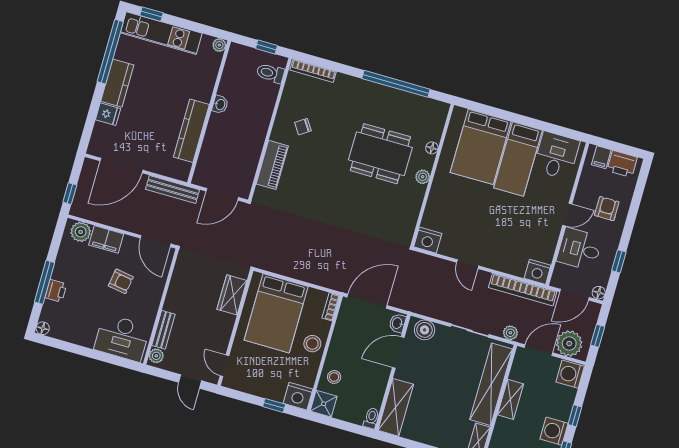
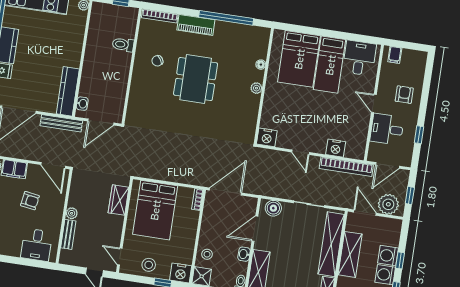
toilet: (270, 73) -> (123, 45), moved
washbasin: (220, 104) -> (82, 104), moved
kitchen counter: (191, 131) -> (68, 91), moved
dining table: (380, 154) -> (196, 79), moved, turned 90
printer: (622, 164) -> (412, 58), removed
piano: (272, 165) -> (196, 25), moved, turned 90
door: (567, 215) -> (374, 103), swing flipped
nightstand: (538, 272) -> (336, 148), moved
floor lamp: (599, 293) -> (406, 161), removed
washbasin: (397, 323) -> (244, 254), moved
plant: (510, 333) -> (341, 202), removed
desk: (122, 338) -> (37, 245), width x0.73
stool: (312, 344) -> (149, 265), moved
door: (539, 350) -> (365, 213), hinge flipped
plant: (156, 356) -> (72, 213), moved
washing machine: (570, 374) -> (388, 256), moved
shelving: (511, 399) -> (350, 254), width x1.50, depth x1.33

